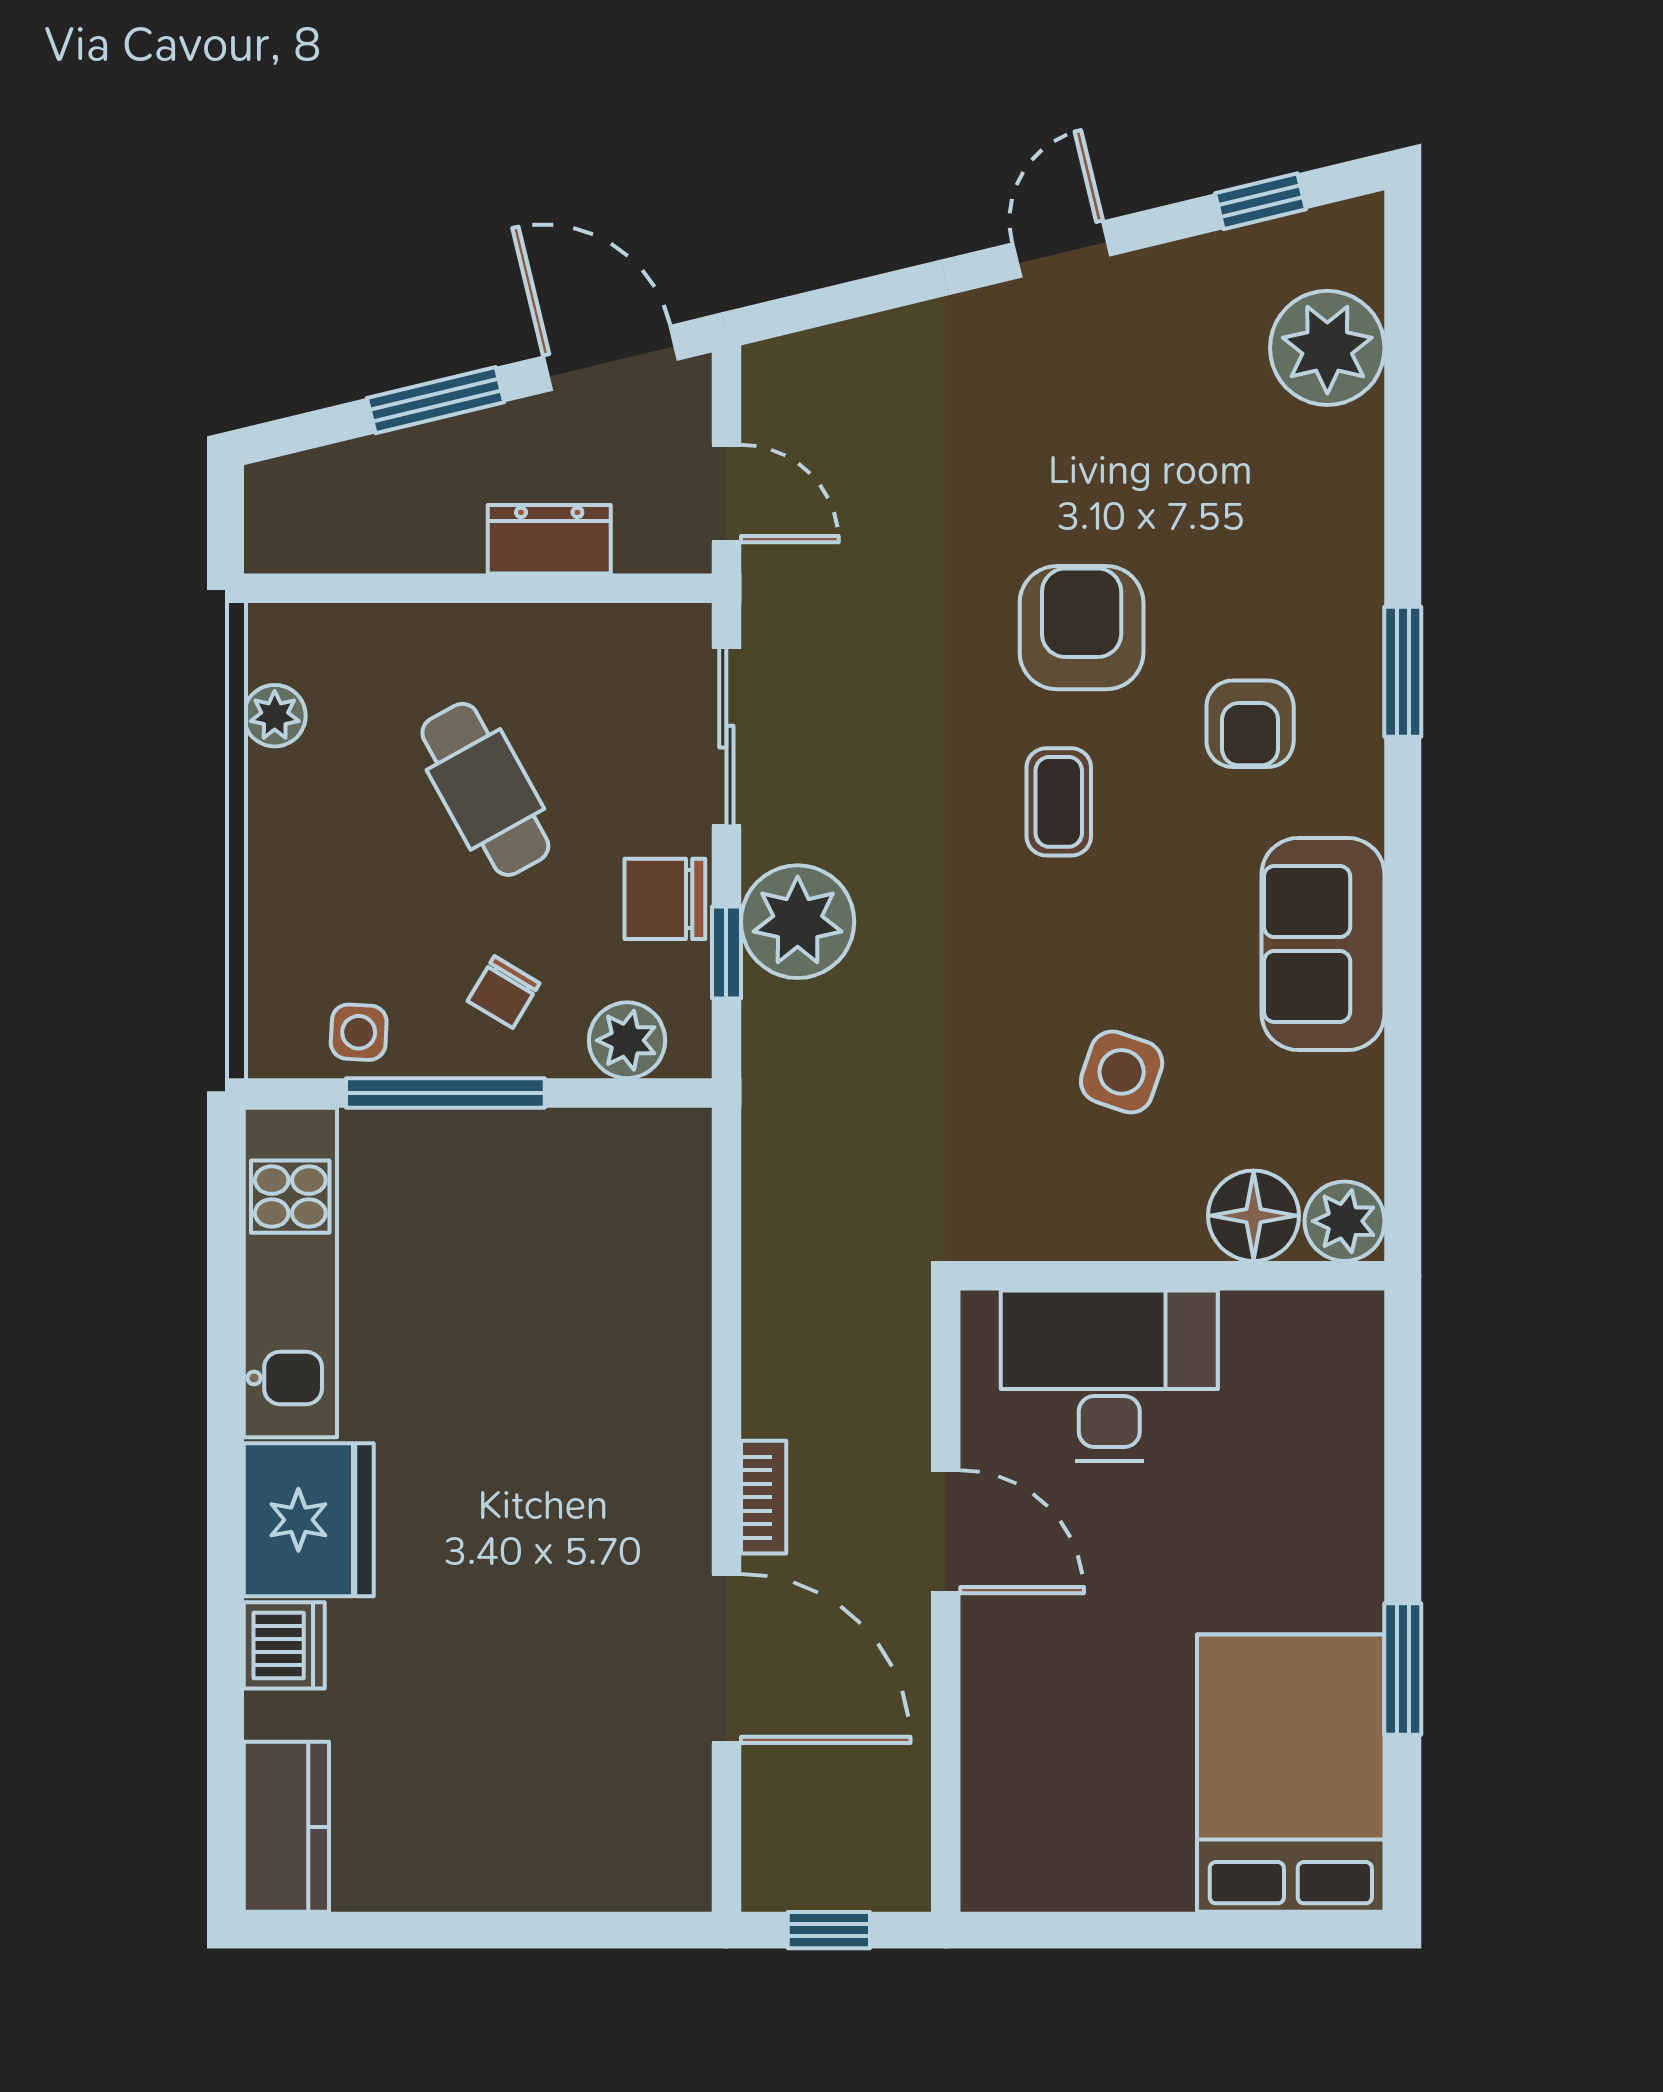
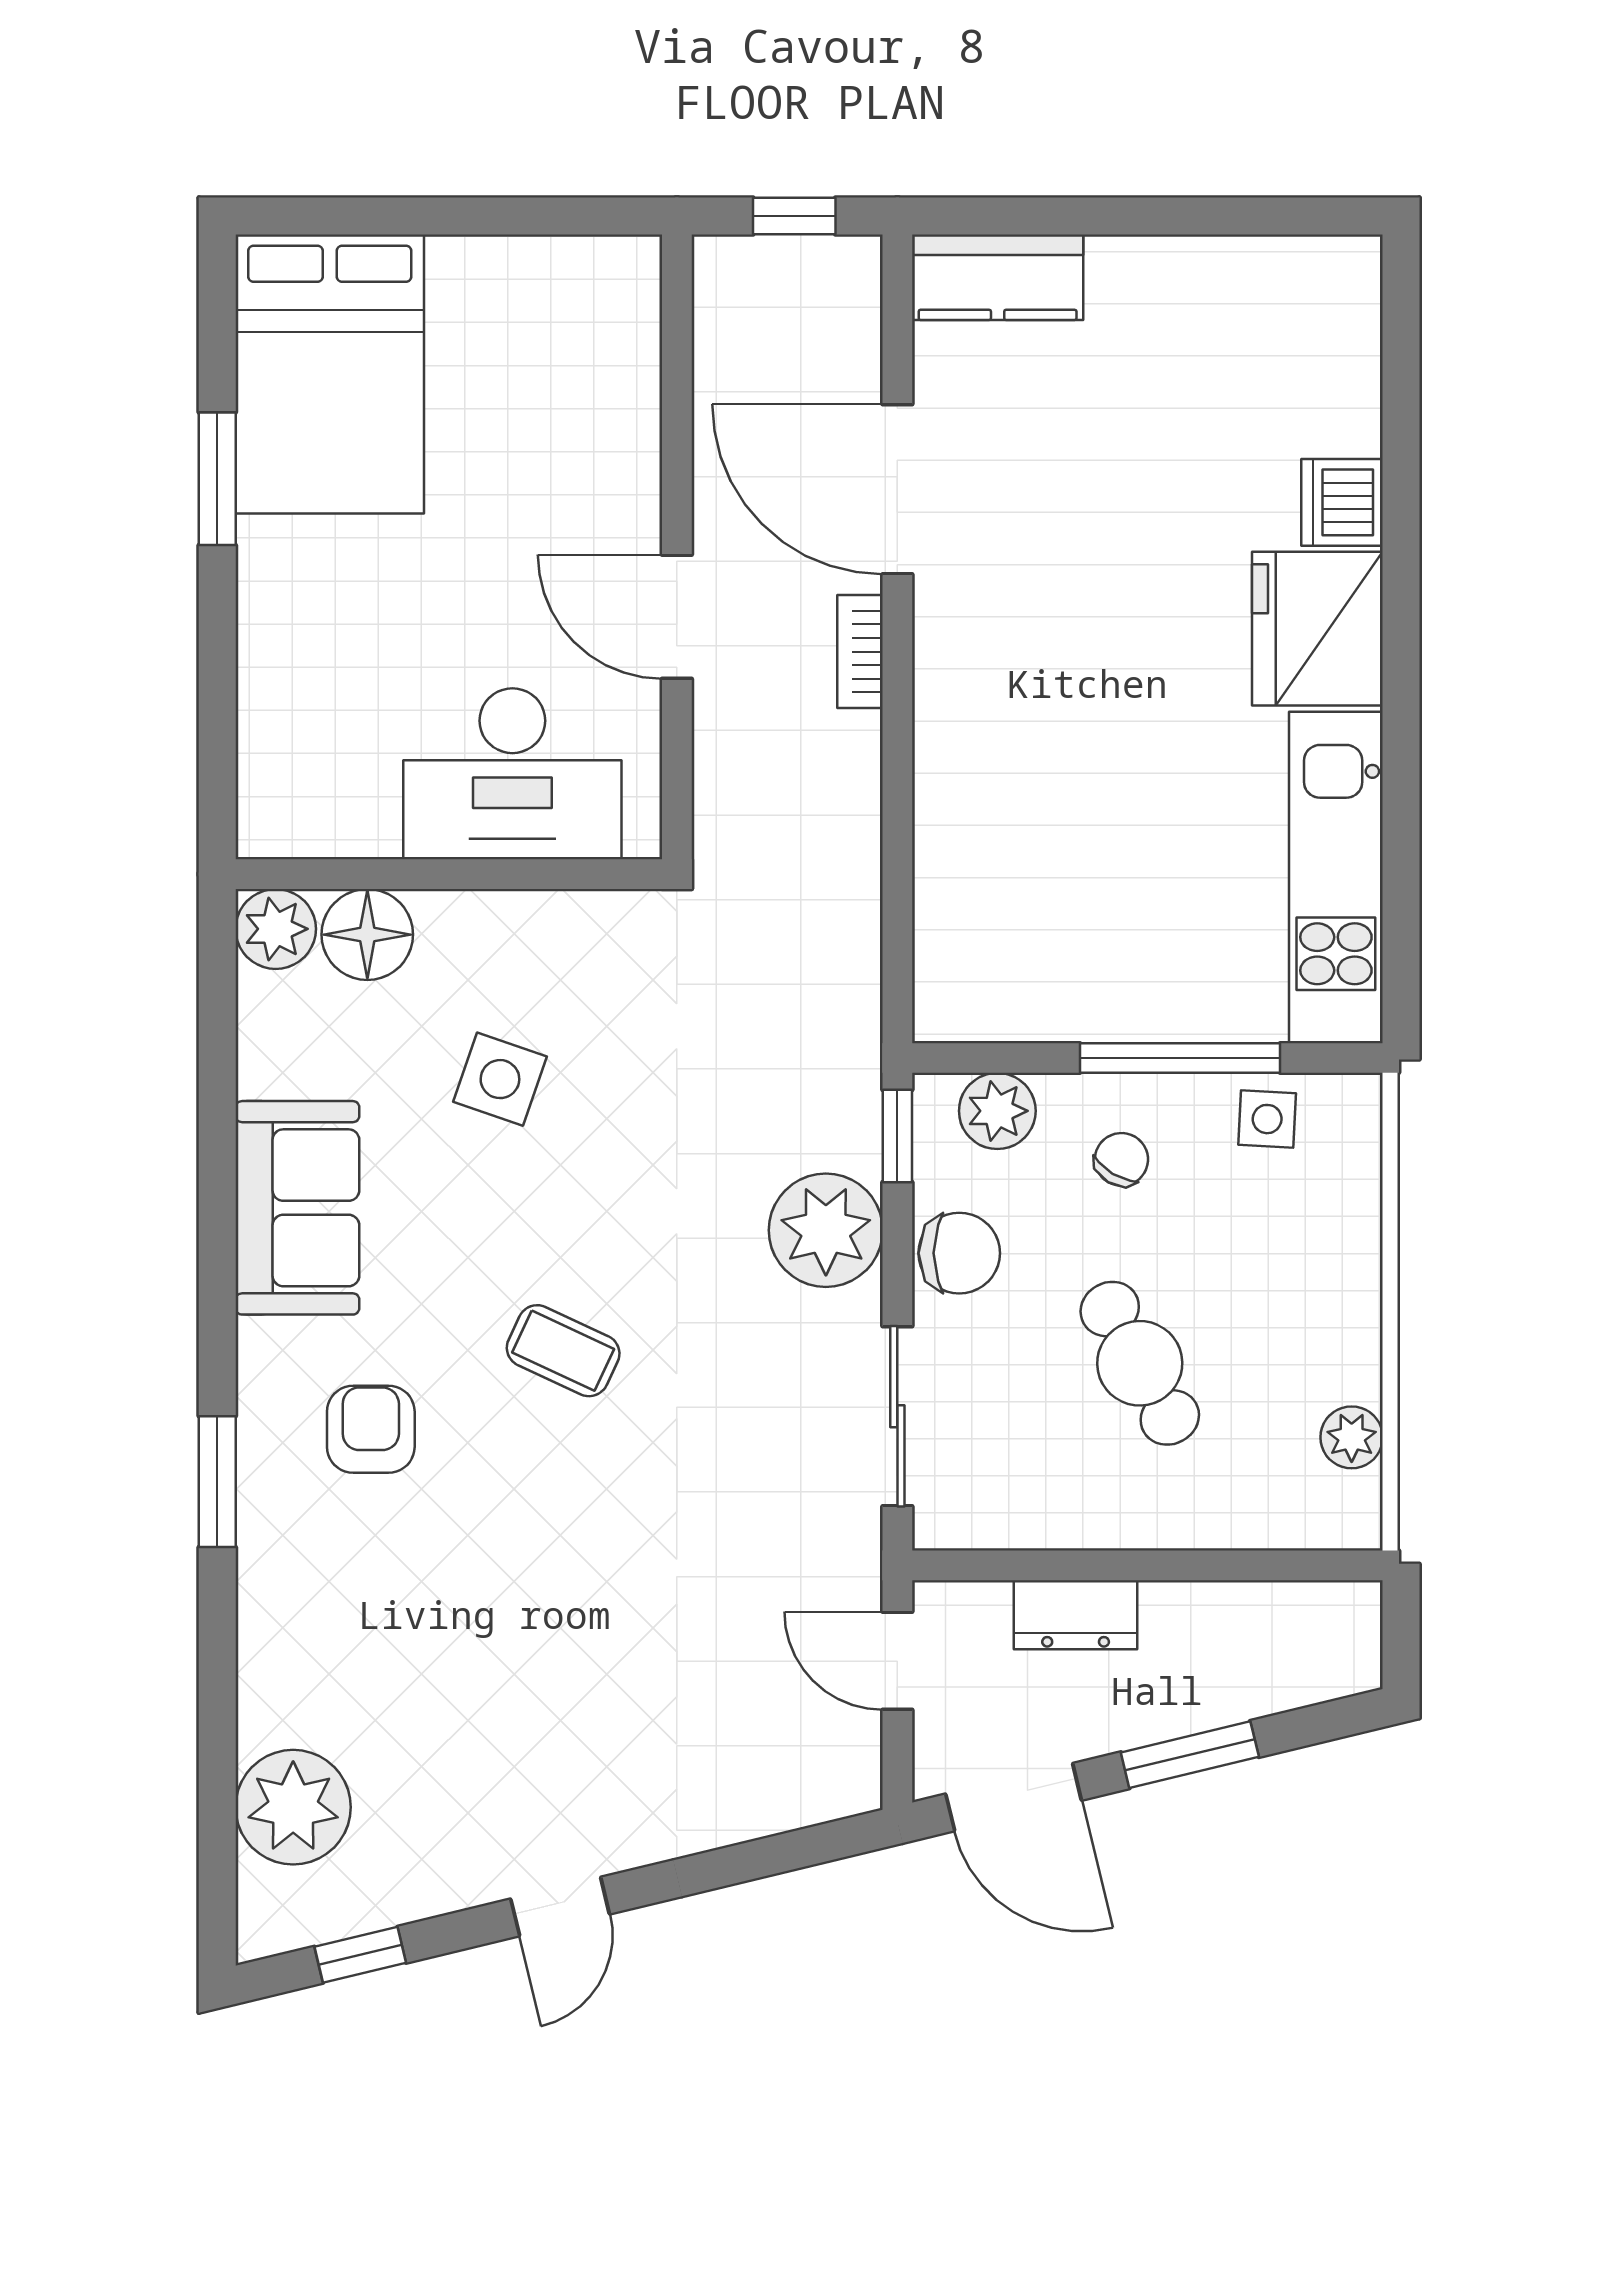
armchair: (1082, 628) -> (540, 1526), removed
coffee table: (1059, 802) -> (563, 1351), turned -65
window: (726, 952) -> (897, 1136), moved
kitchen counter: (286, 1827) -> (998, 277), moved, turned -90

